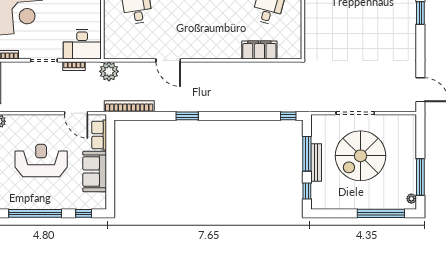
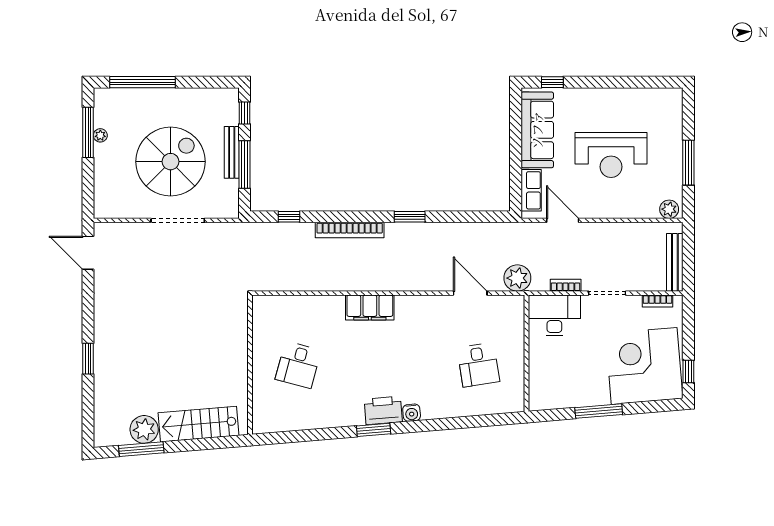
filing cabinet: (259, 50) -> (370, 308), moved
door: (168, 60) -> (470, 293), moved
bookcase: (129, 106) -> (350, 230), moved
window: (288, 116) -> (289, 217), moved
sofa: (95, 171) -> (537, 130), width x1.36
plant: (411, 199) -> (100, 135), moved
window: (35, 213) -> (619, 82), removed

